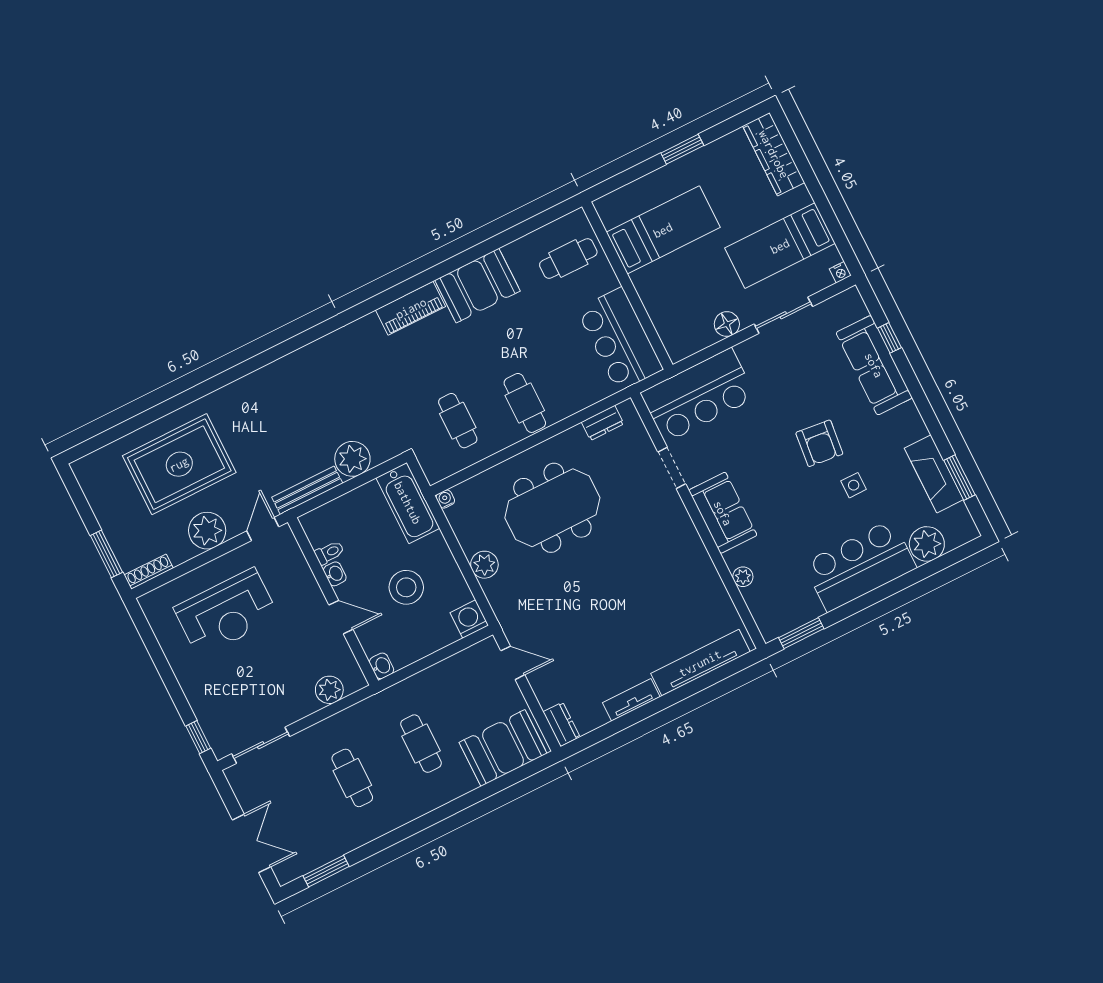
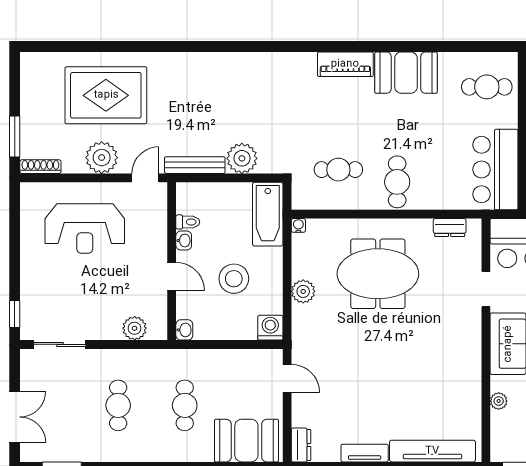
cafe table: (458, 421) -> (338, 170), turned 90

